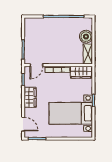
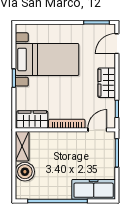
freezer: (39, 24) -> (94, 189), added
door: (23, 124) -> (117, 44), hinge flipped

